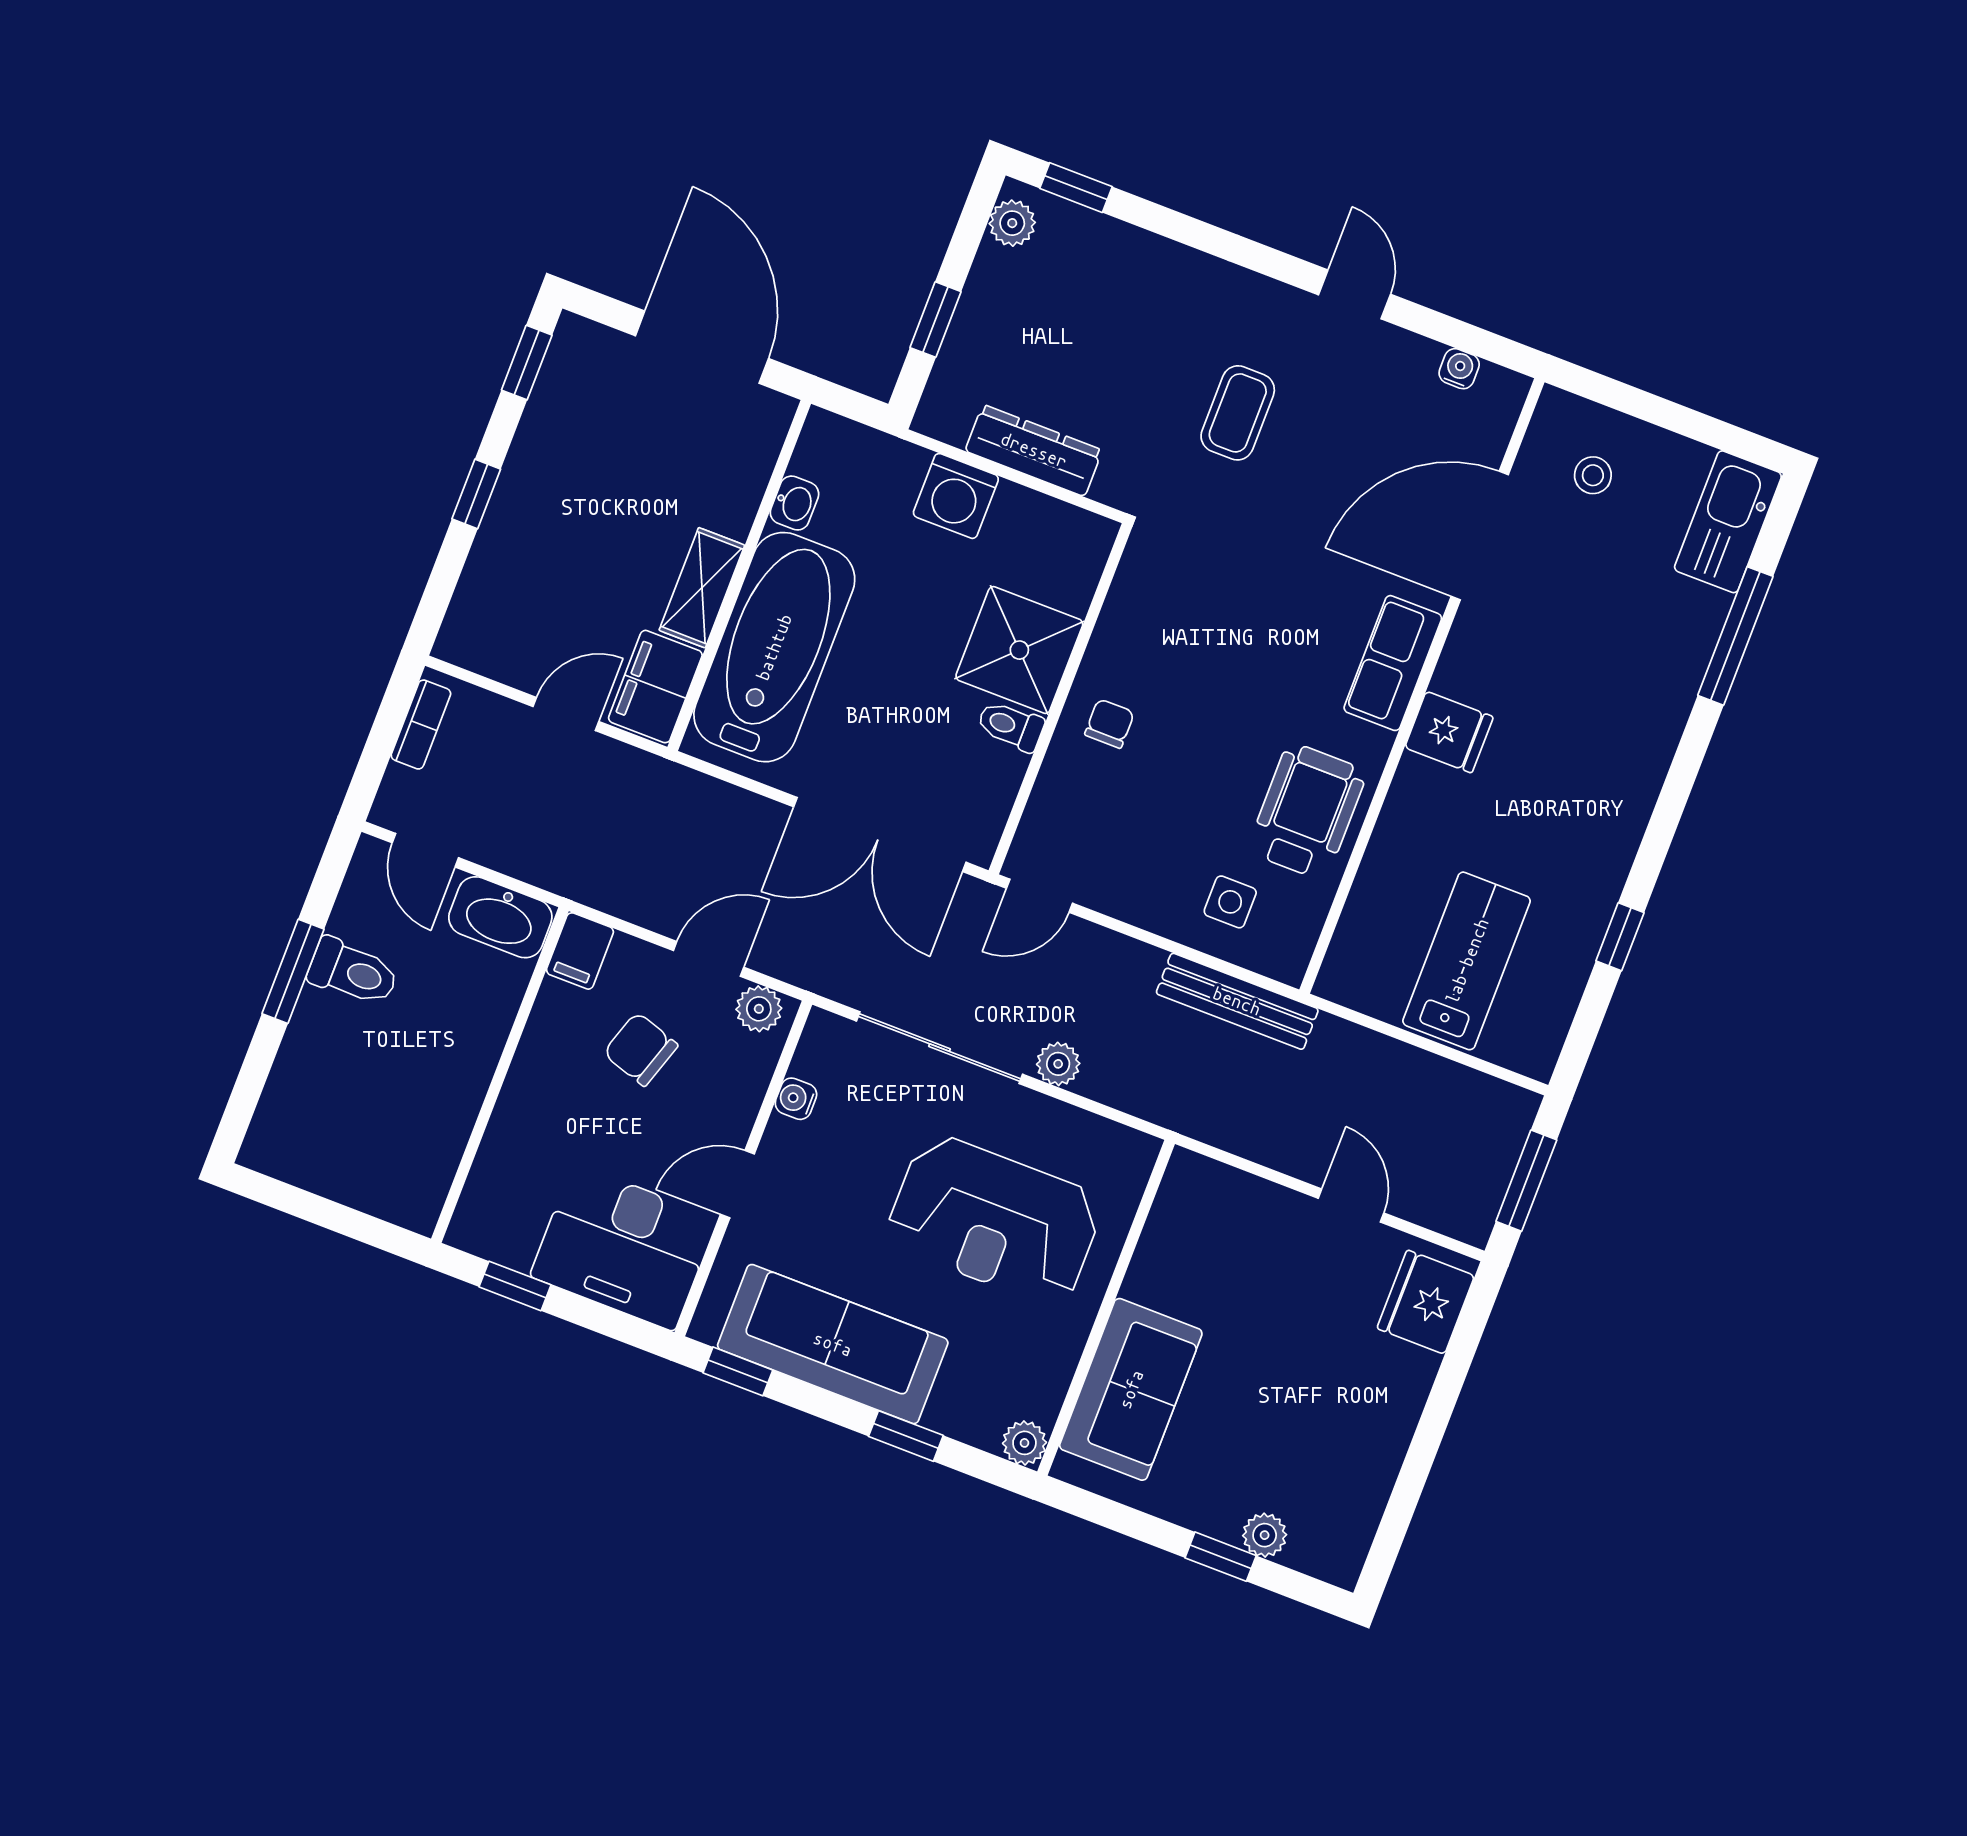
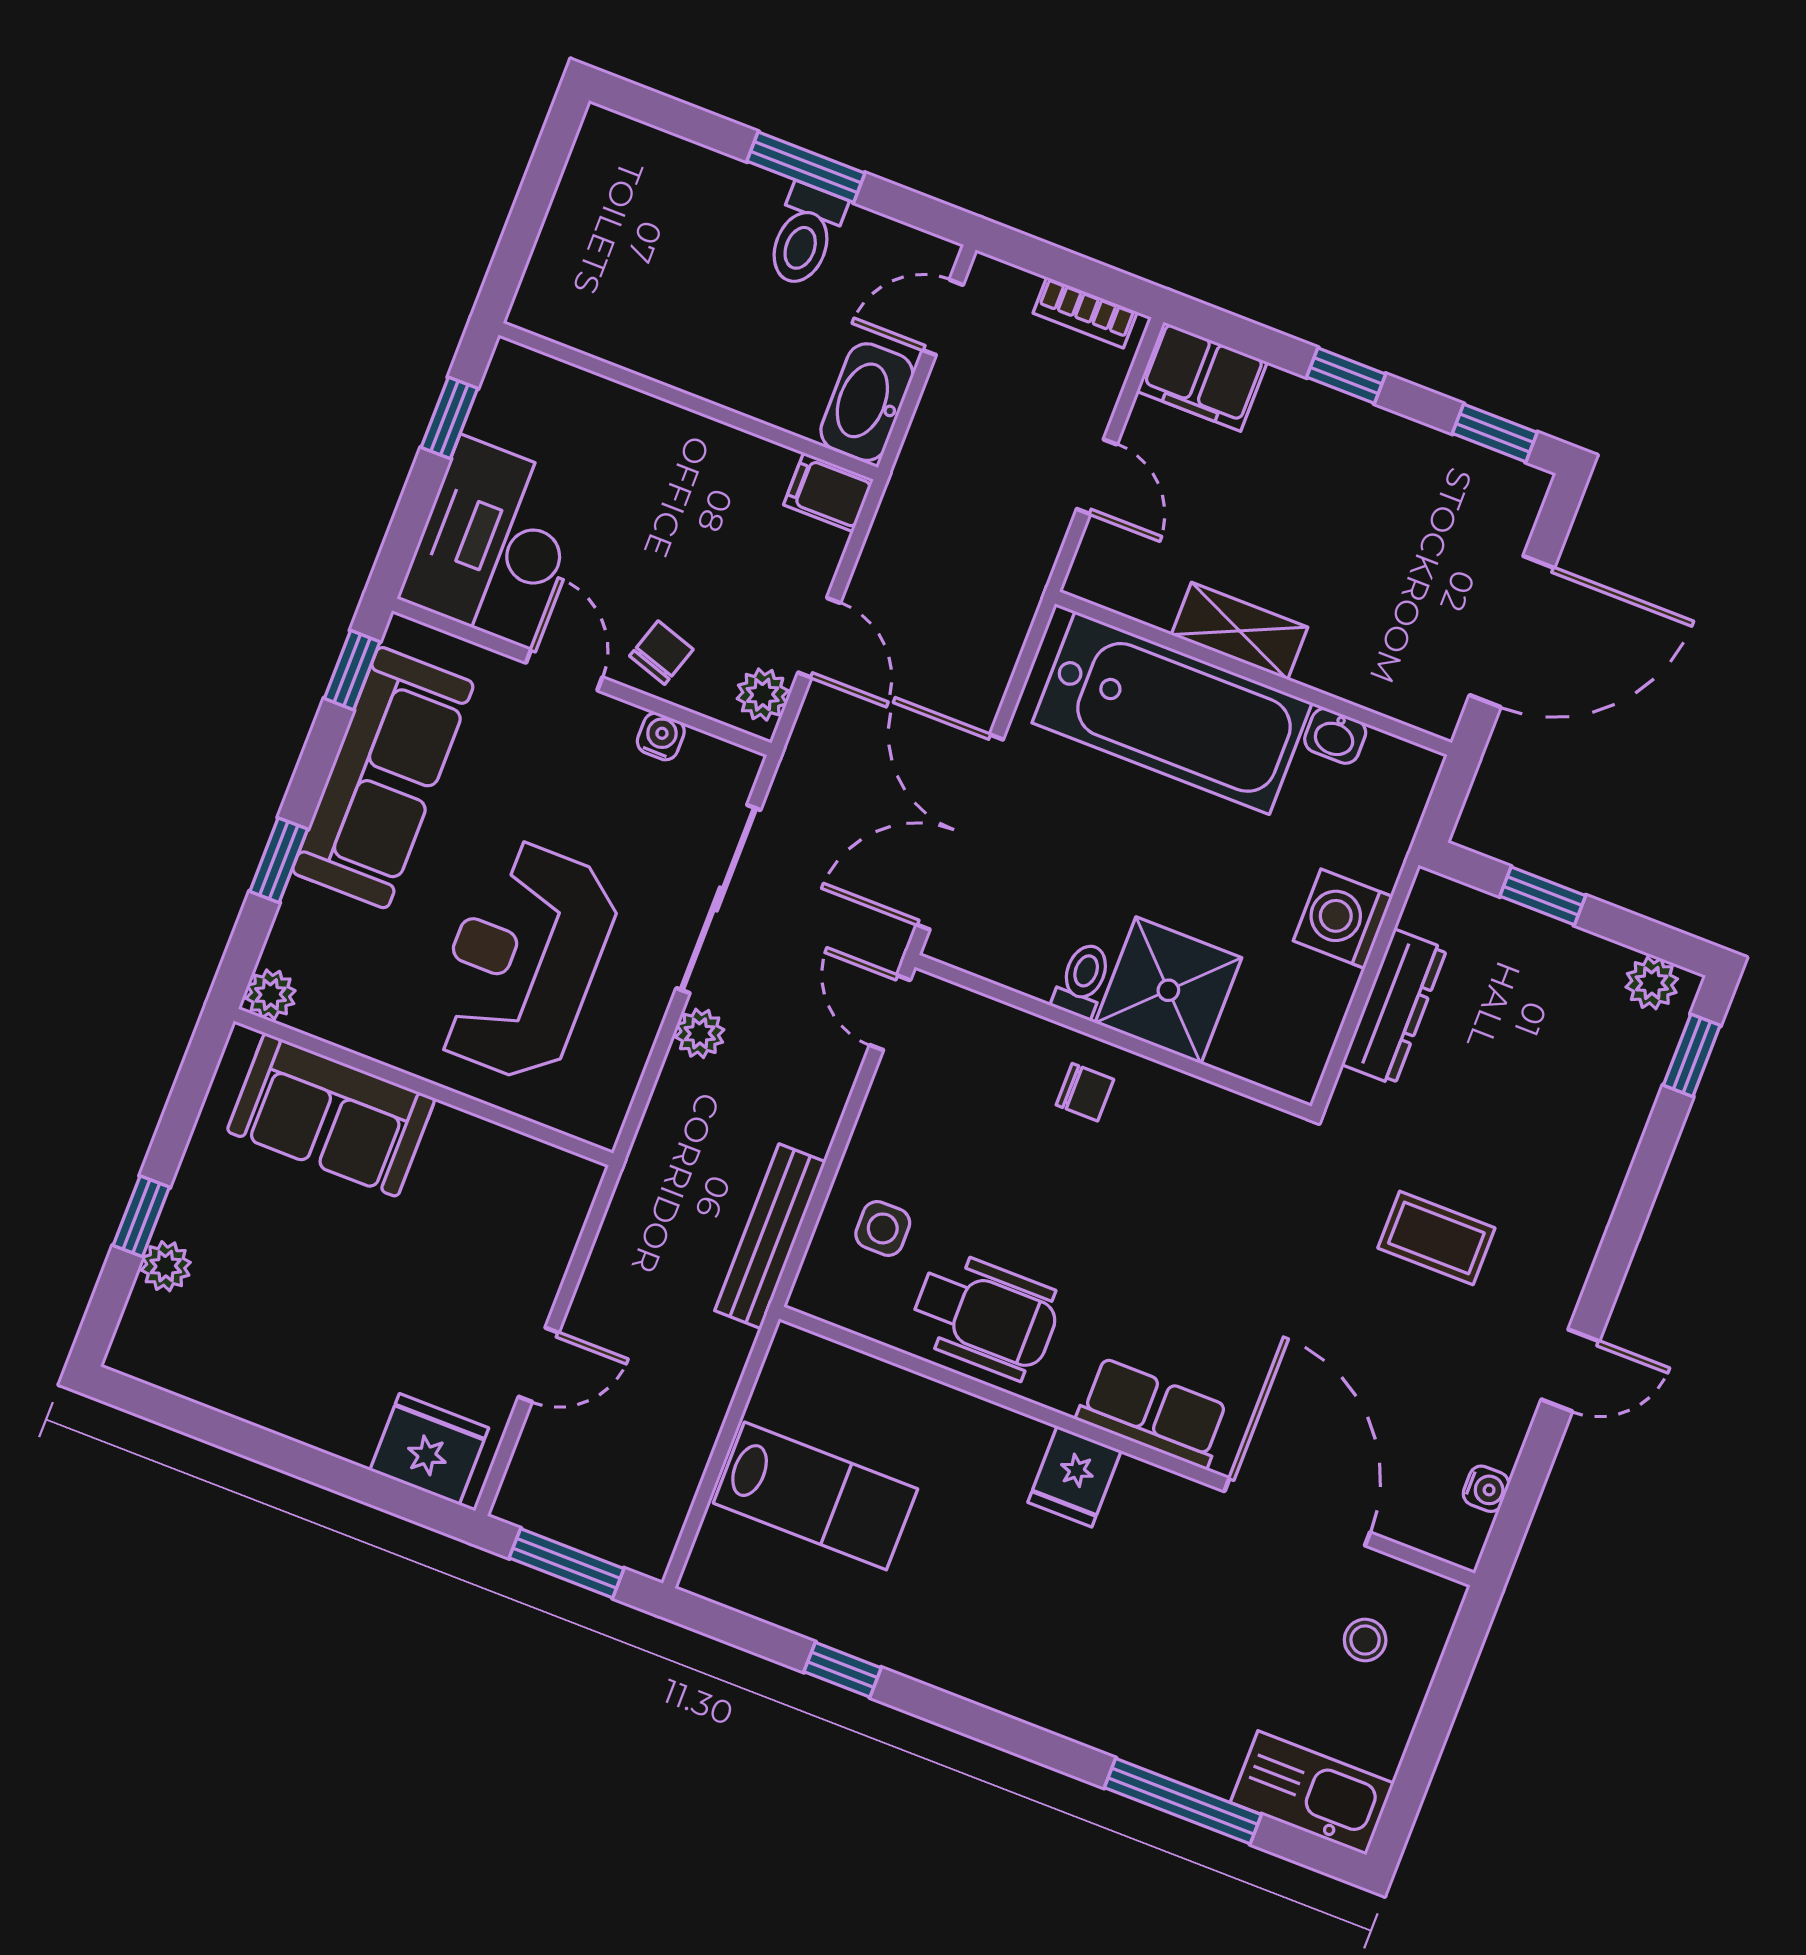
filing cabinet: (655, 687) -> (1202, 377), moved, turned 180
chair: (641, 1049) -> (661, 653), moved, width x0.73, depth x0.73

